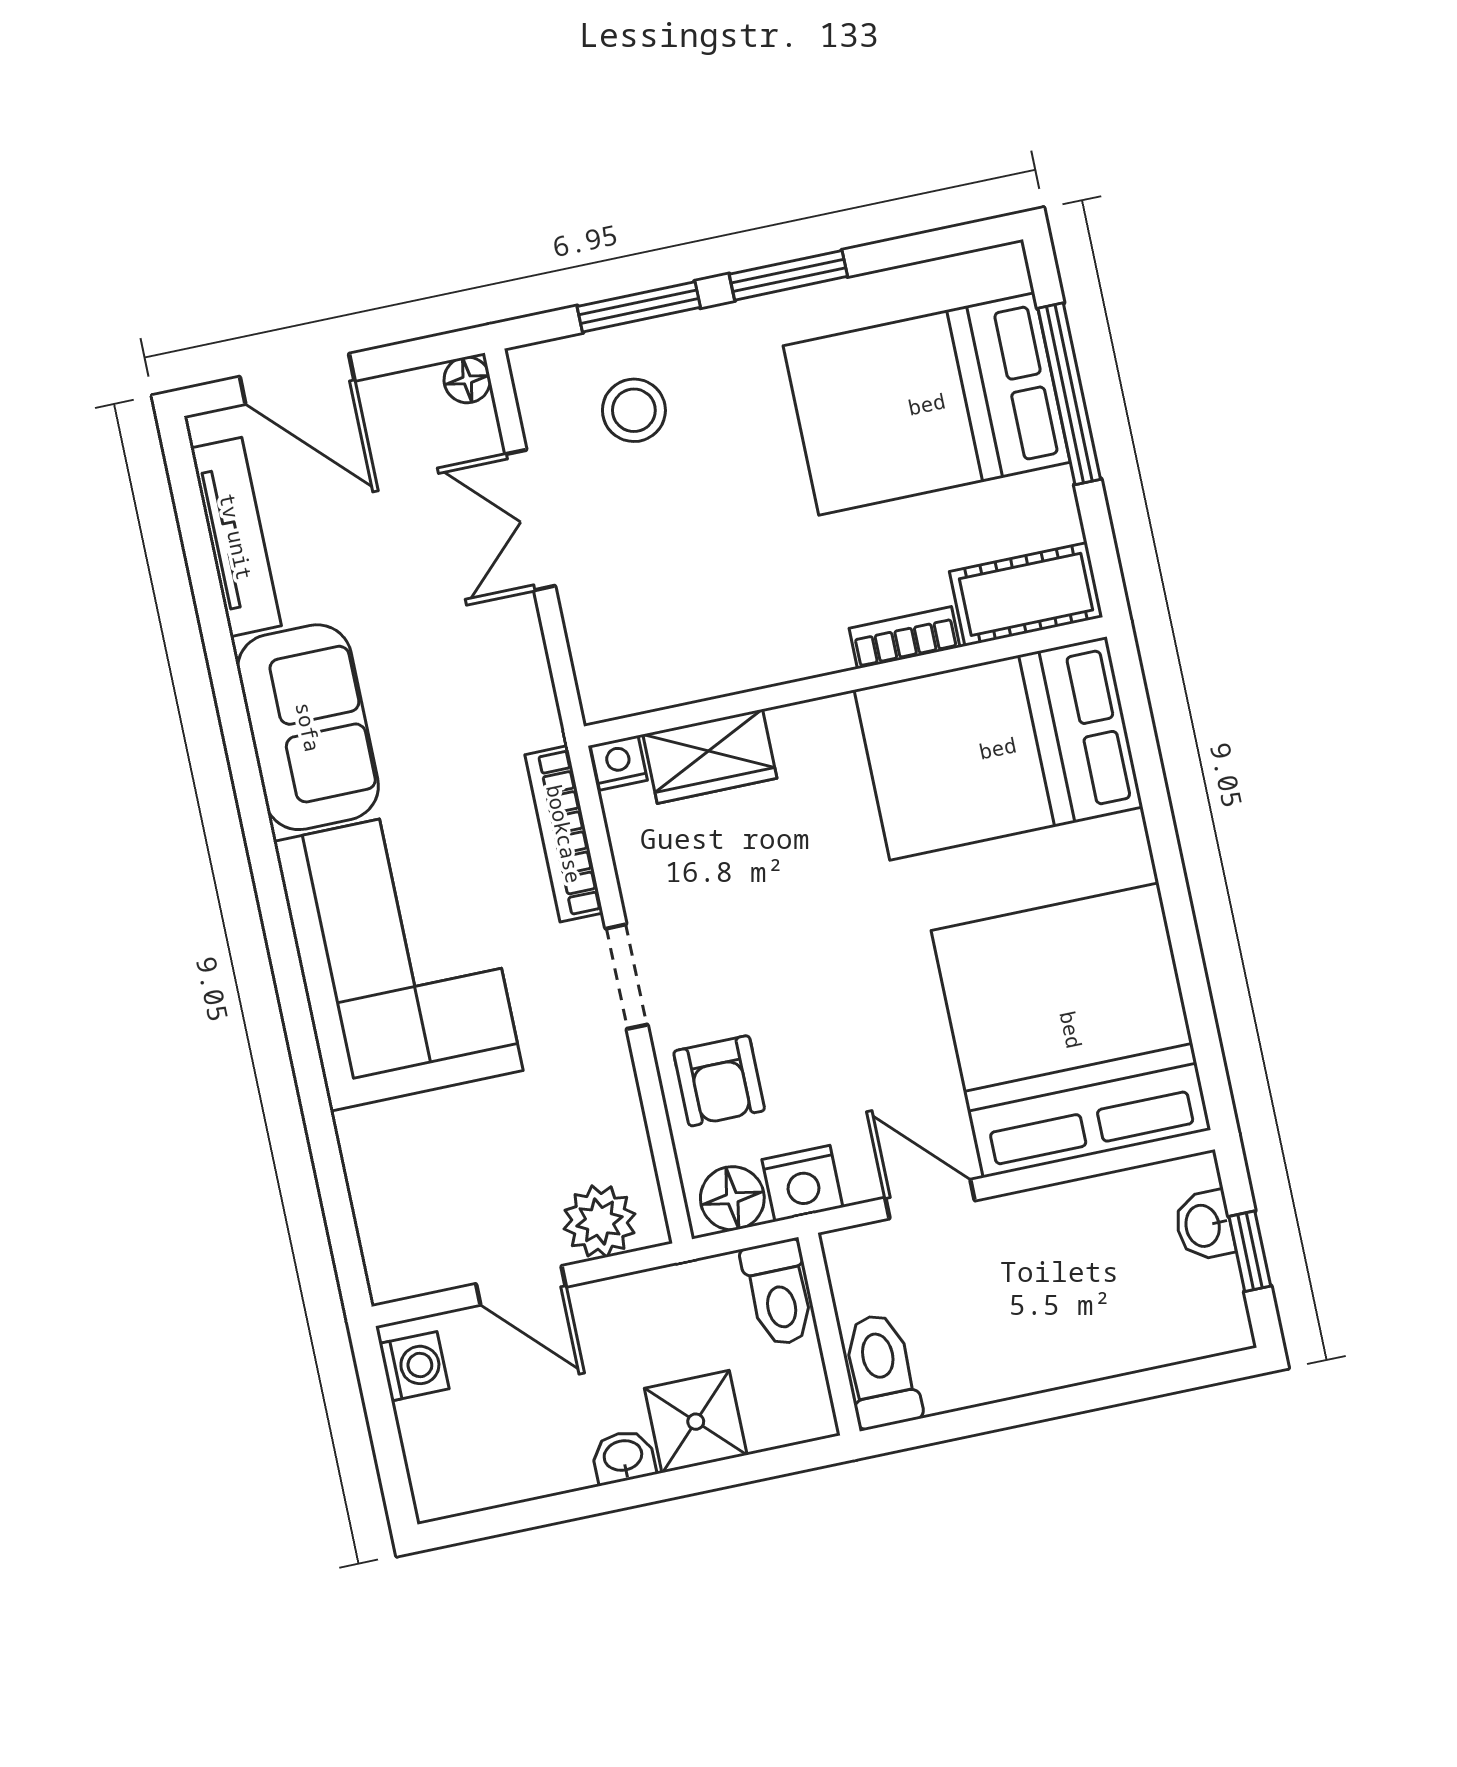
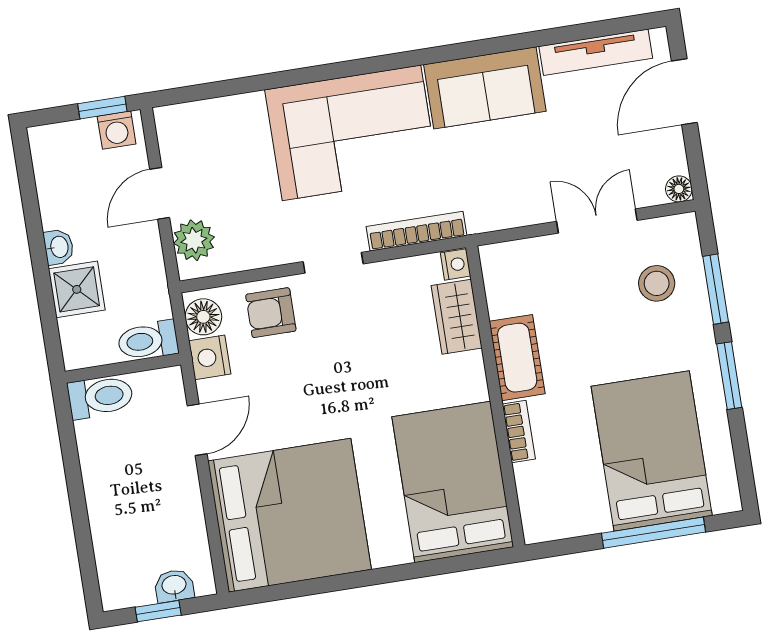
cot: (1026, 594) -> (517, 358), moved
window: (376, 1393) -> (102, 108), added

